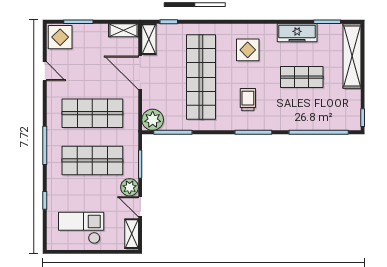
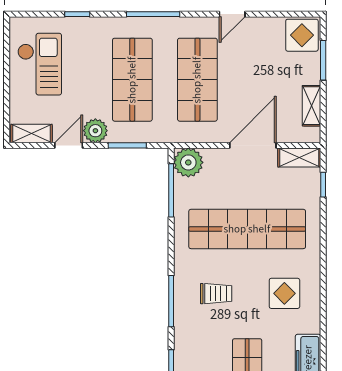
shelving: (123, 30) -> (311, 106), moved
door: (45, 71) -> (232, 14), moved

